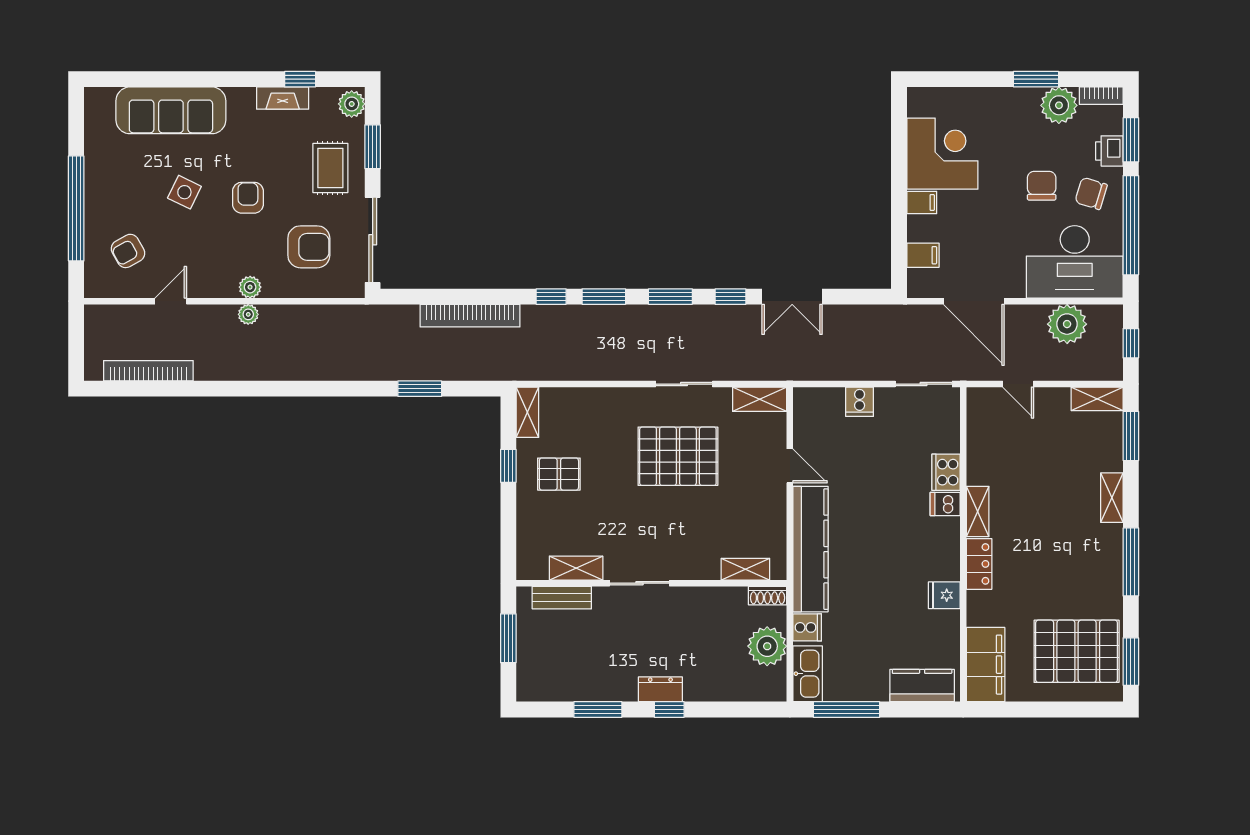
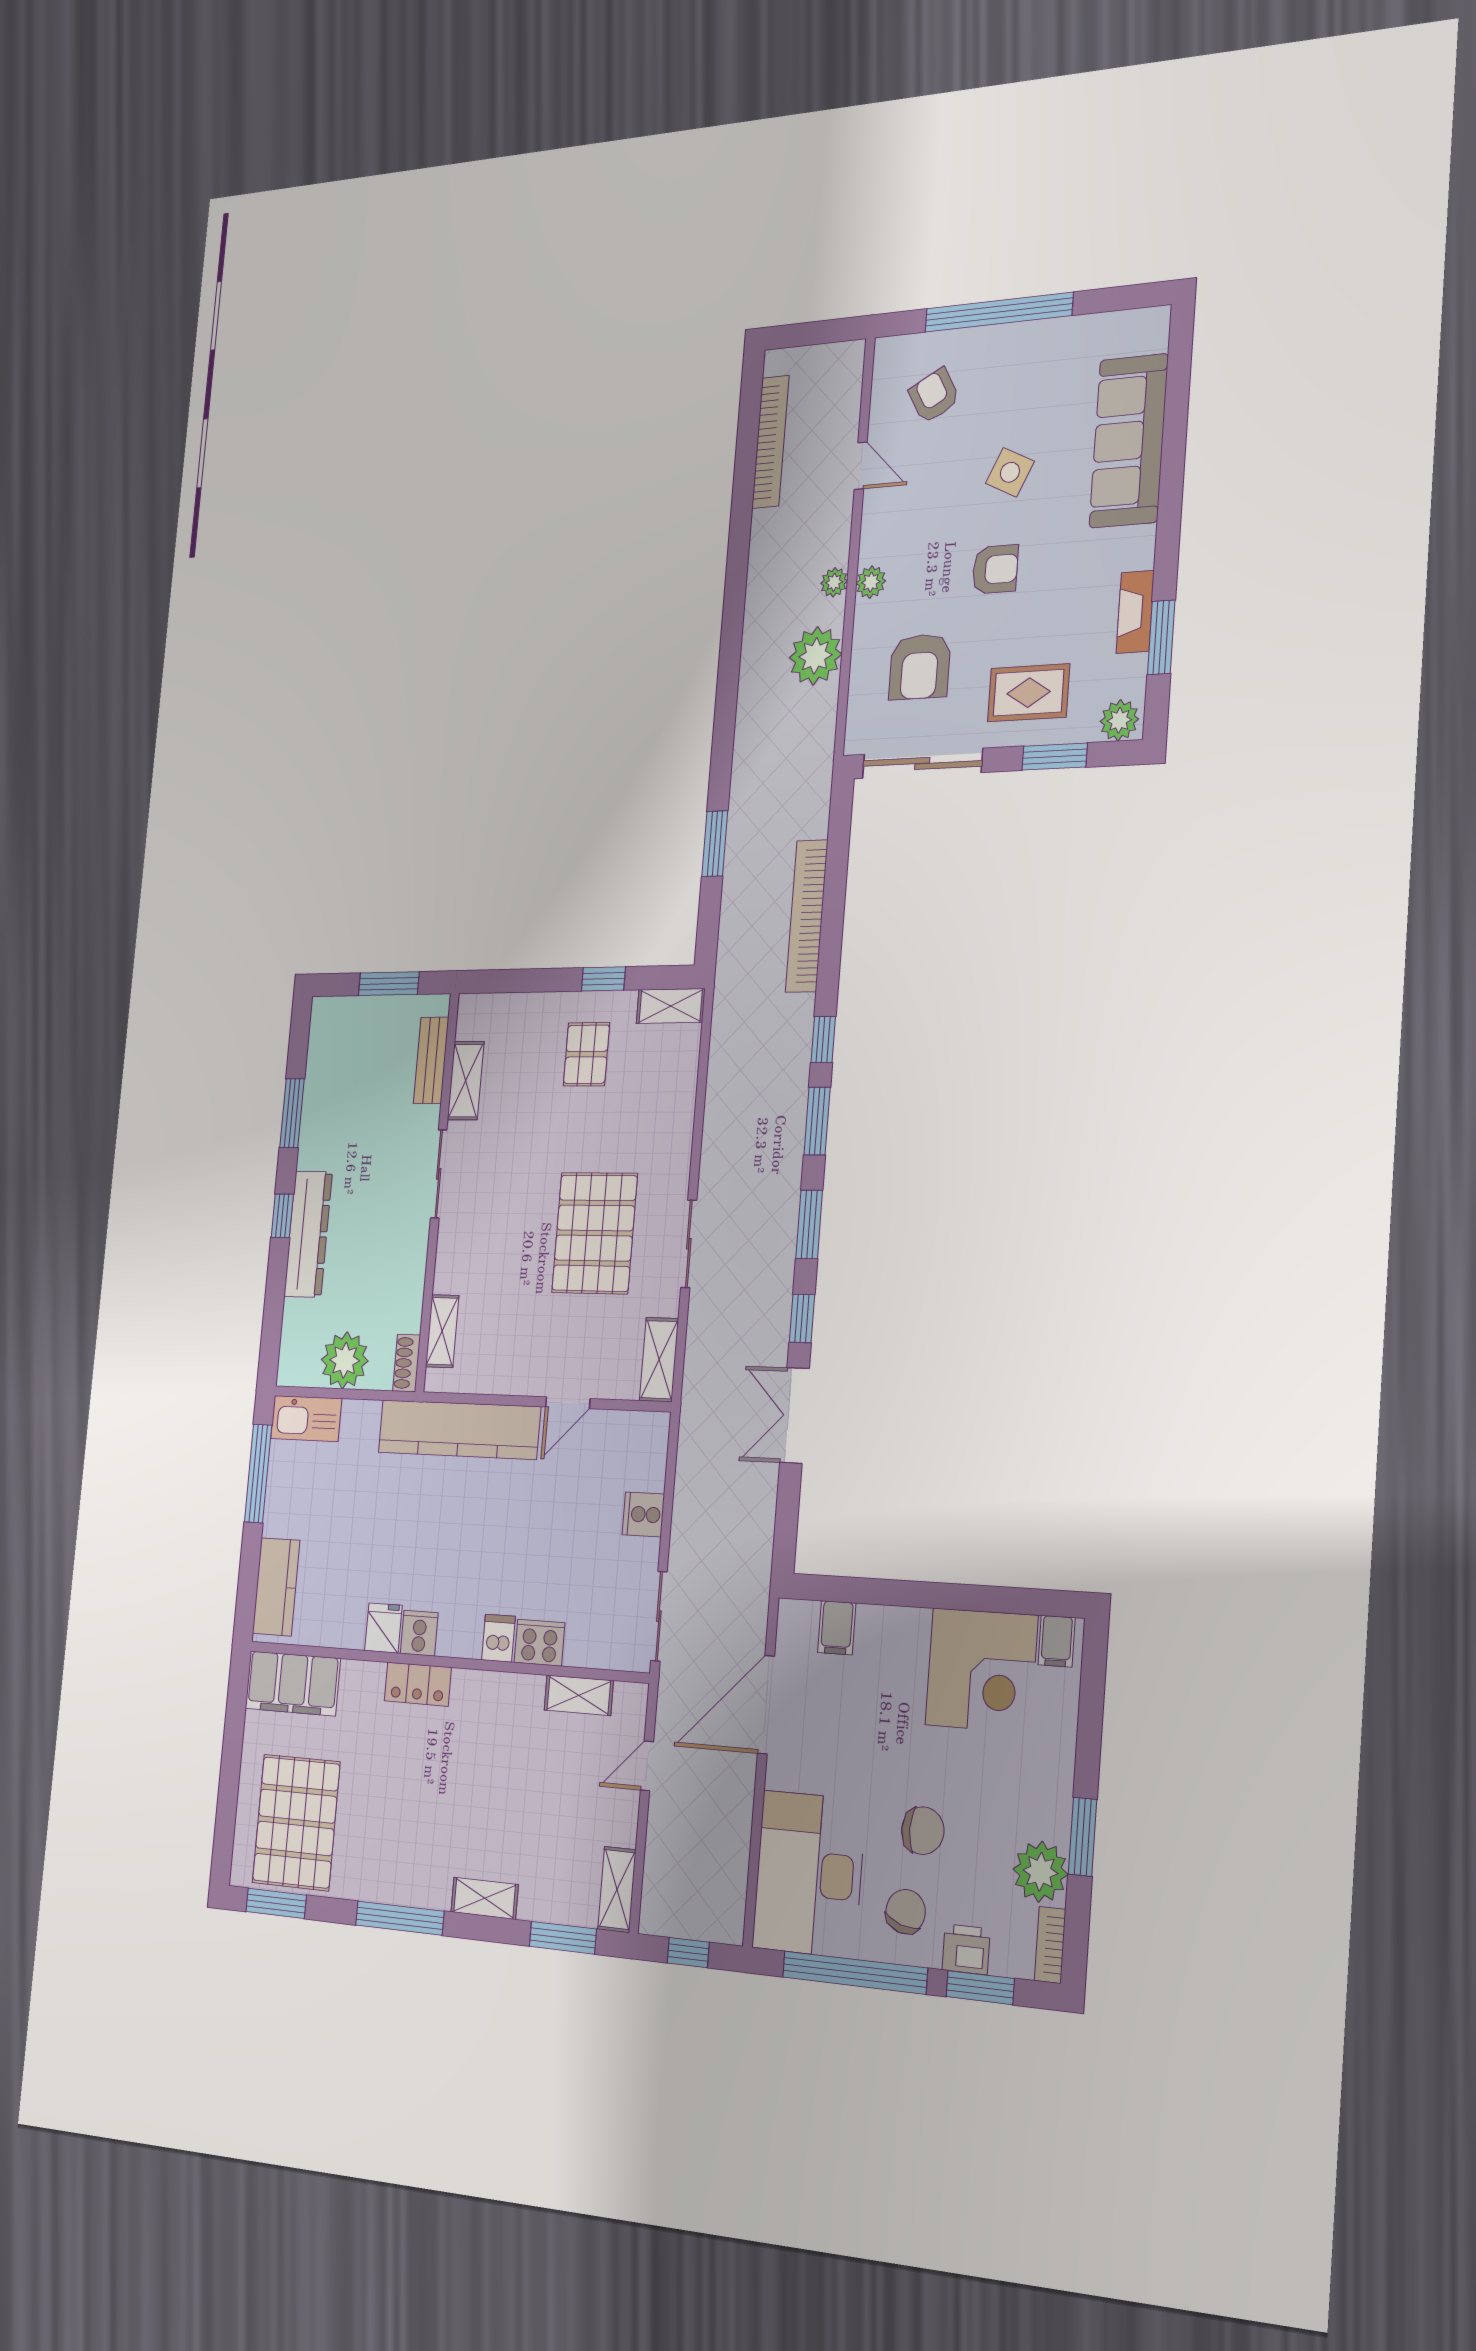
window: (300, 79) -> (1161, 637), width x1.50
filing cabinet: (922, 203) -> (1057, 1641), moved
plant: (1067, 324) -> (815, 656), moved
shelving: (978, 511) -> (579, 1695), moved
cooker: (807, 627) -> (419, 1633), moved, turned 180
dresser: (660, 689) -> (308, 1234), width x1.96, depth x1.24

